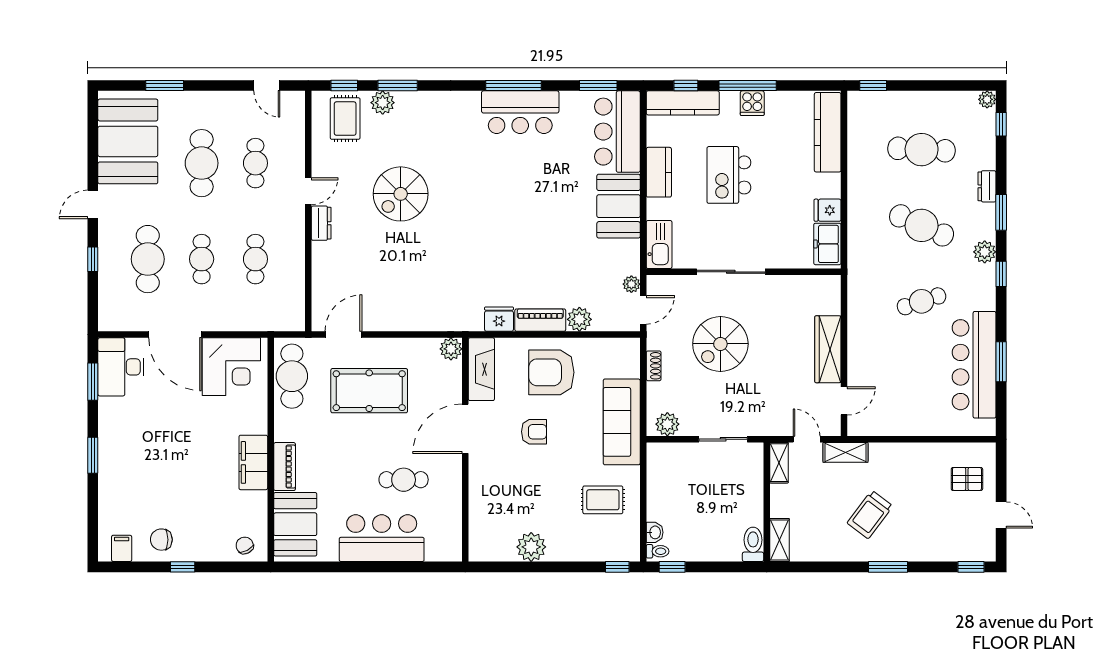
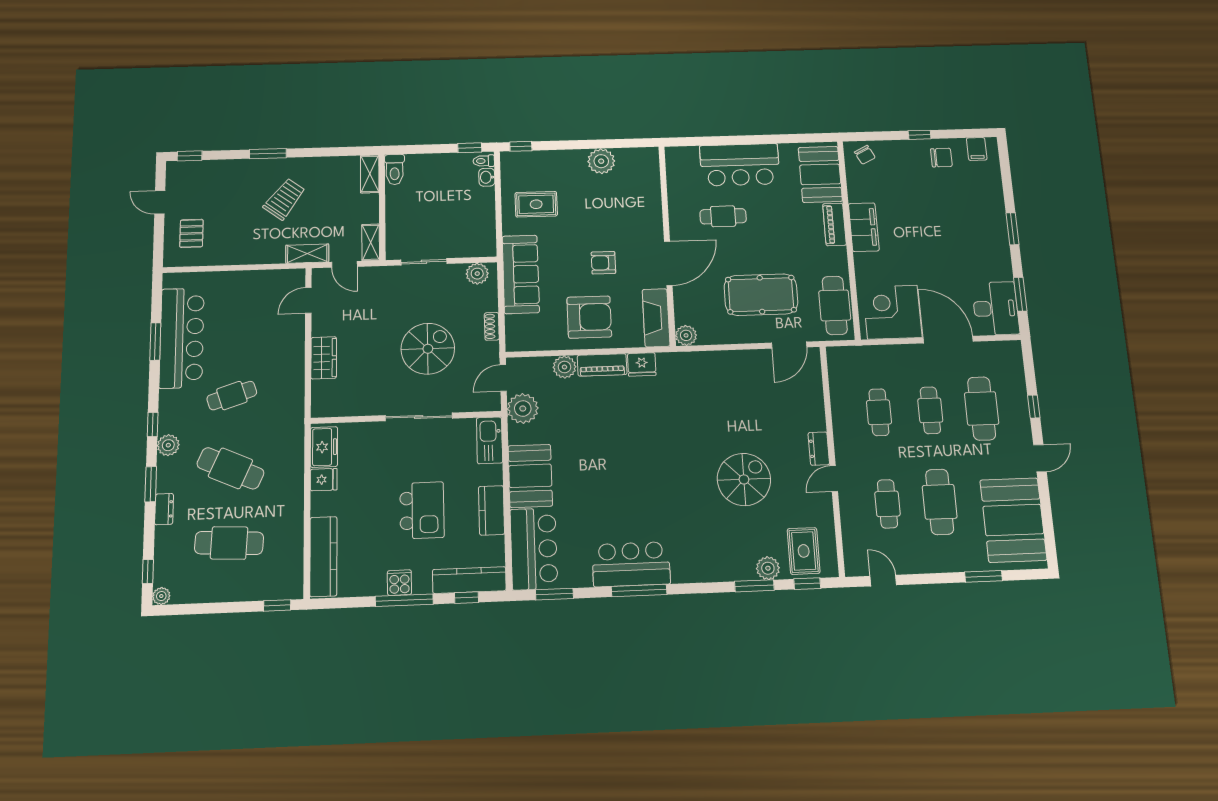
plant: (631, 284) -> (523, 409), width x1.88, depth x1.88
wardrobe: (828, 349) -> (324, 358), width x0.67
pallet: (967, 479) -> (191, 233), turned 90

